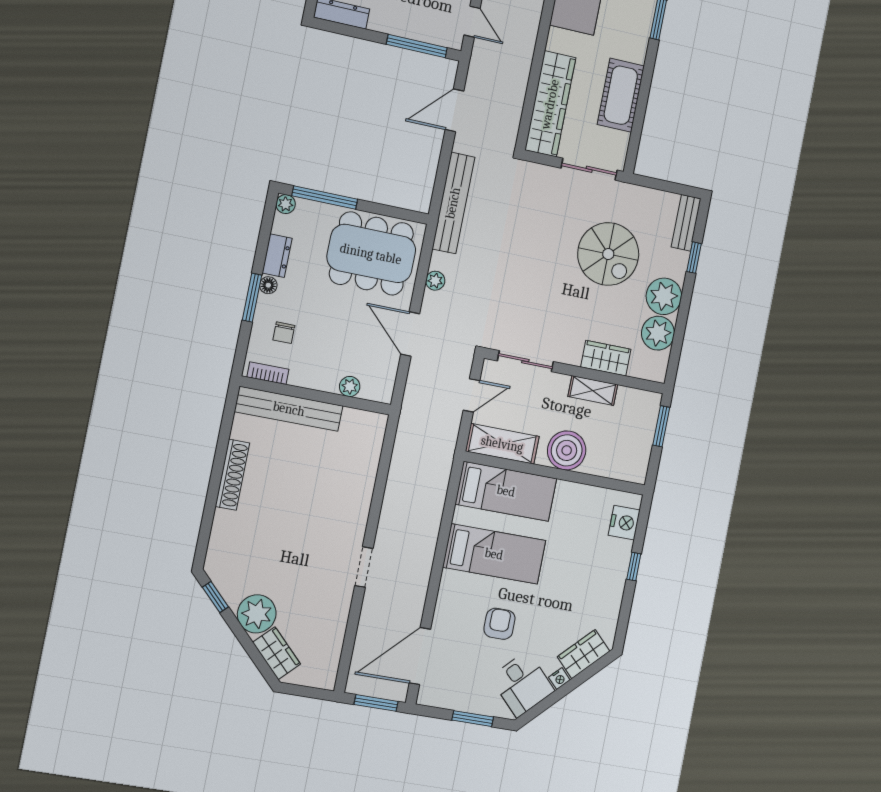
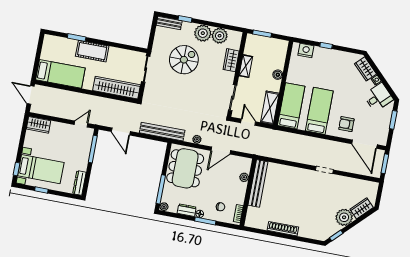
cot: (621, 95) -> (92, 51), moved
bench: (289, 409) -> (258, 183), moved
boiler: (567, 450) -> (278, 75), width x0.54, depth x0.54
armchair: (499, 624) -> (346, 124), moved

